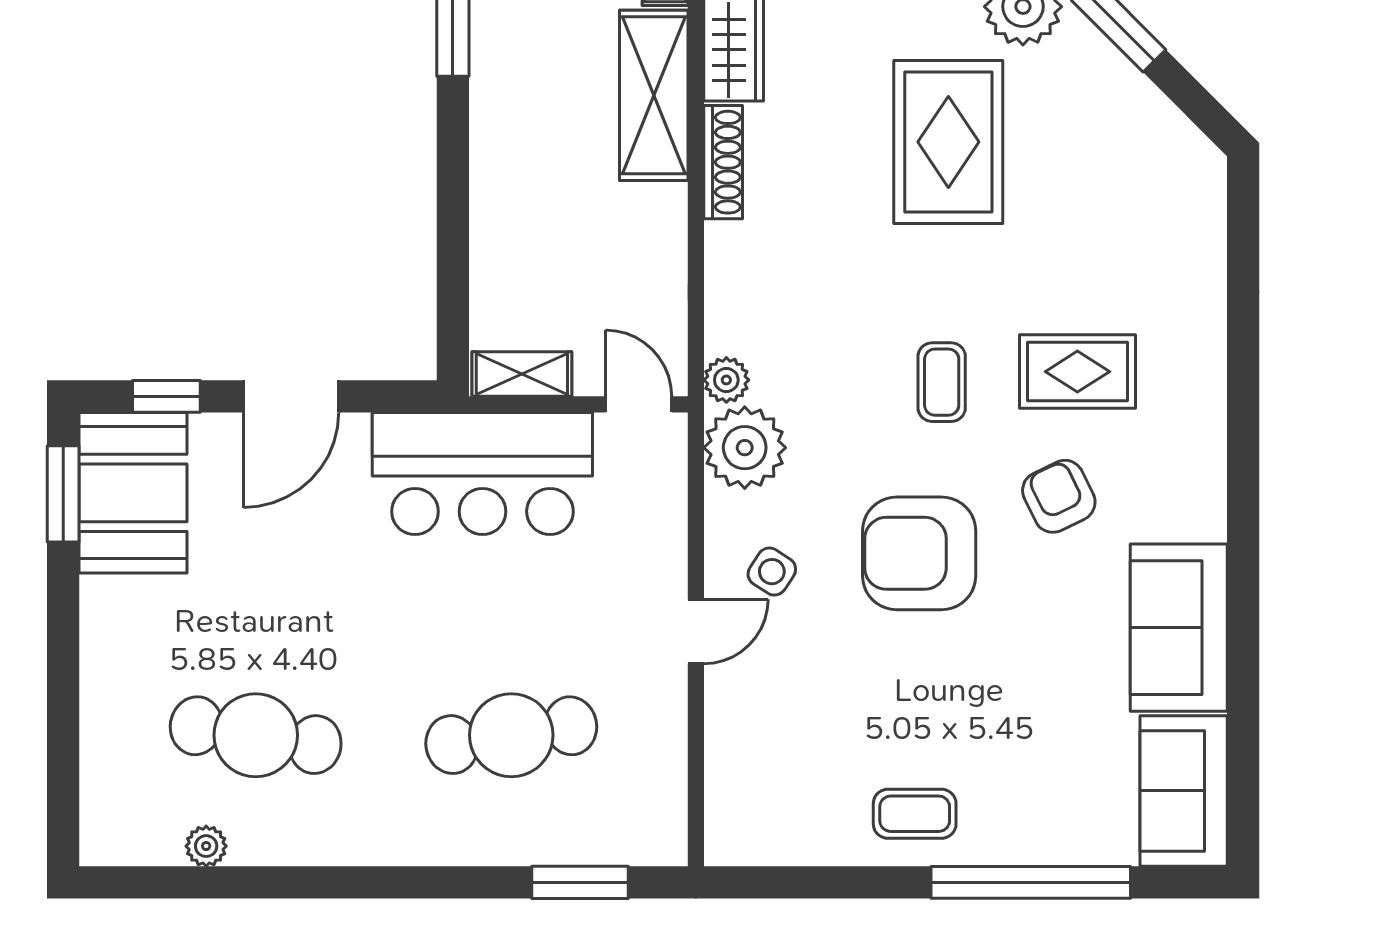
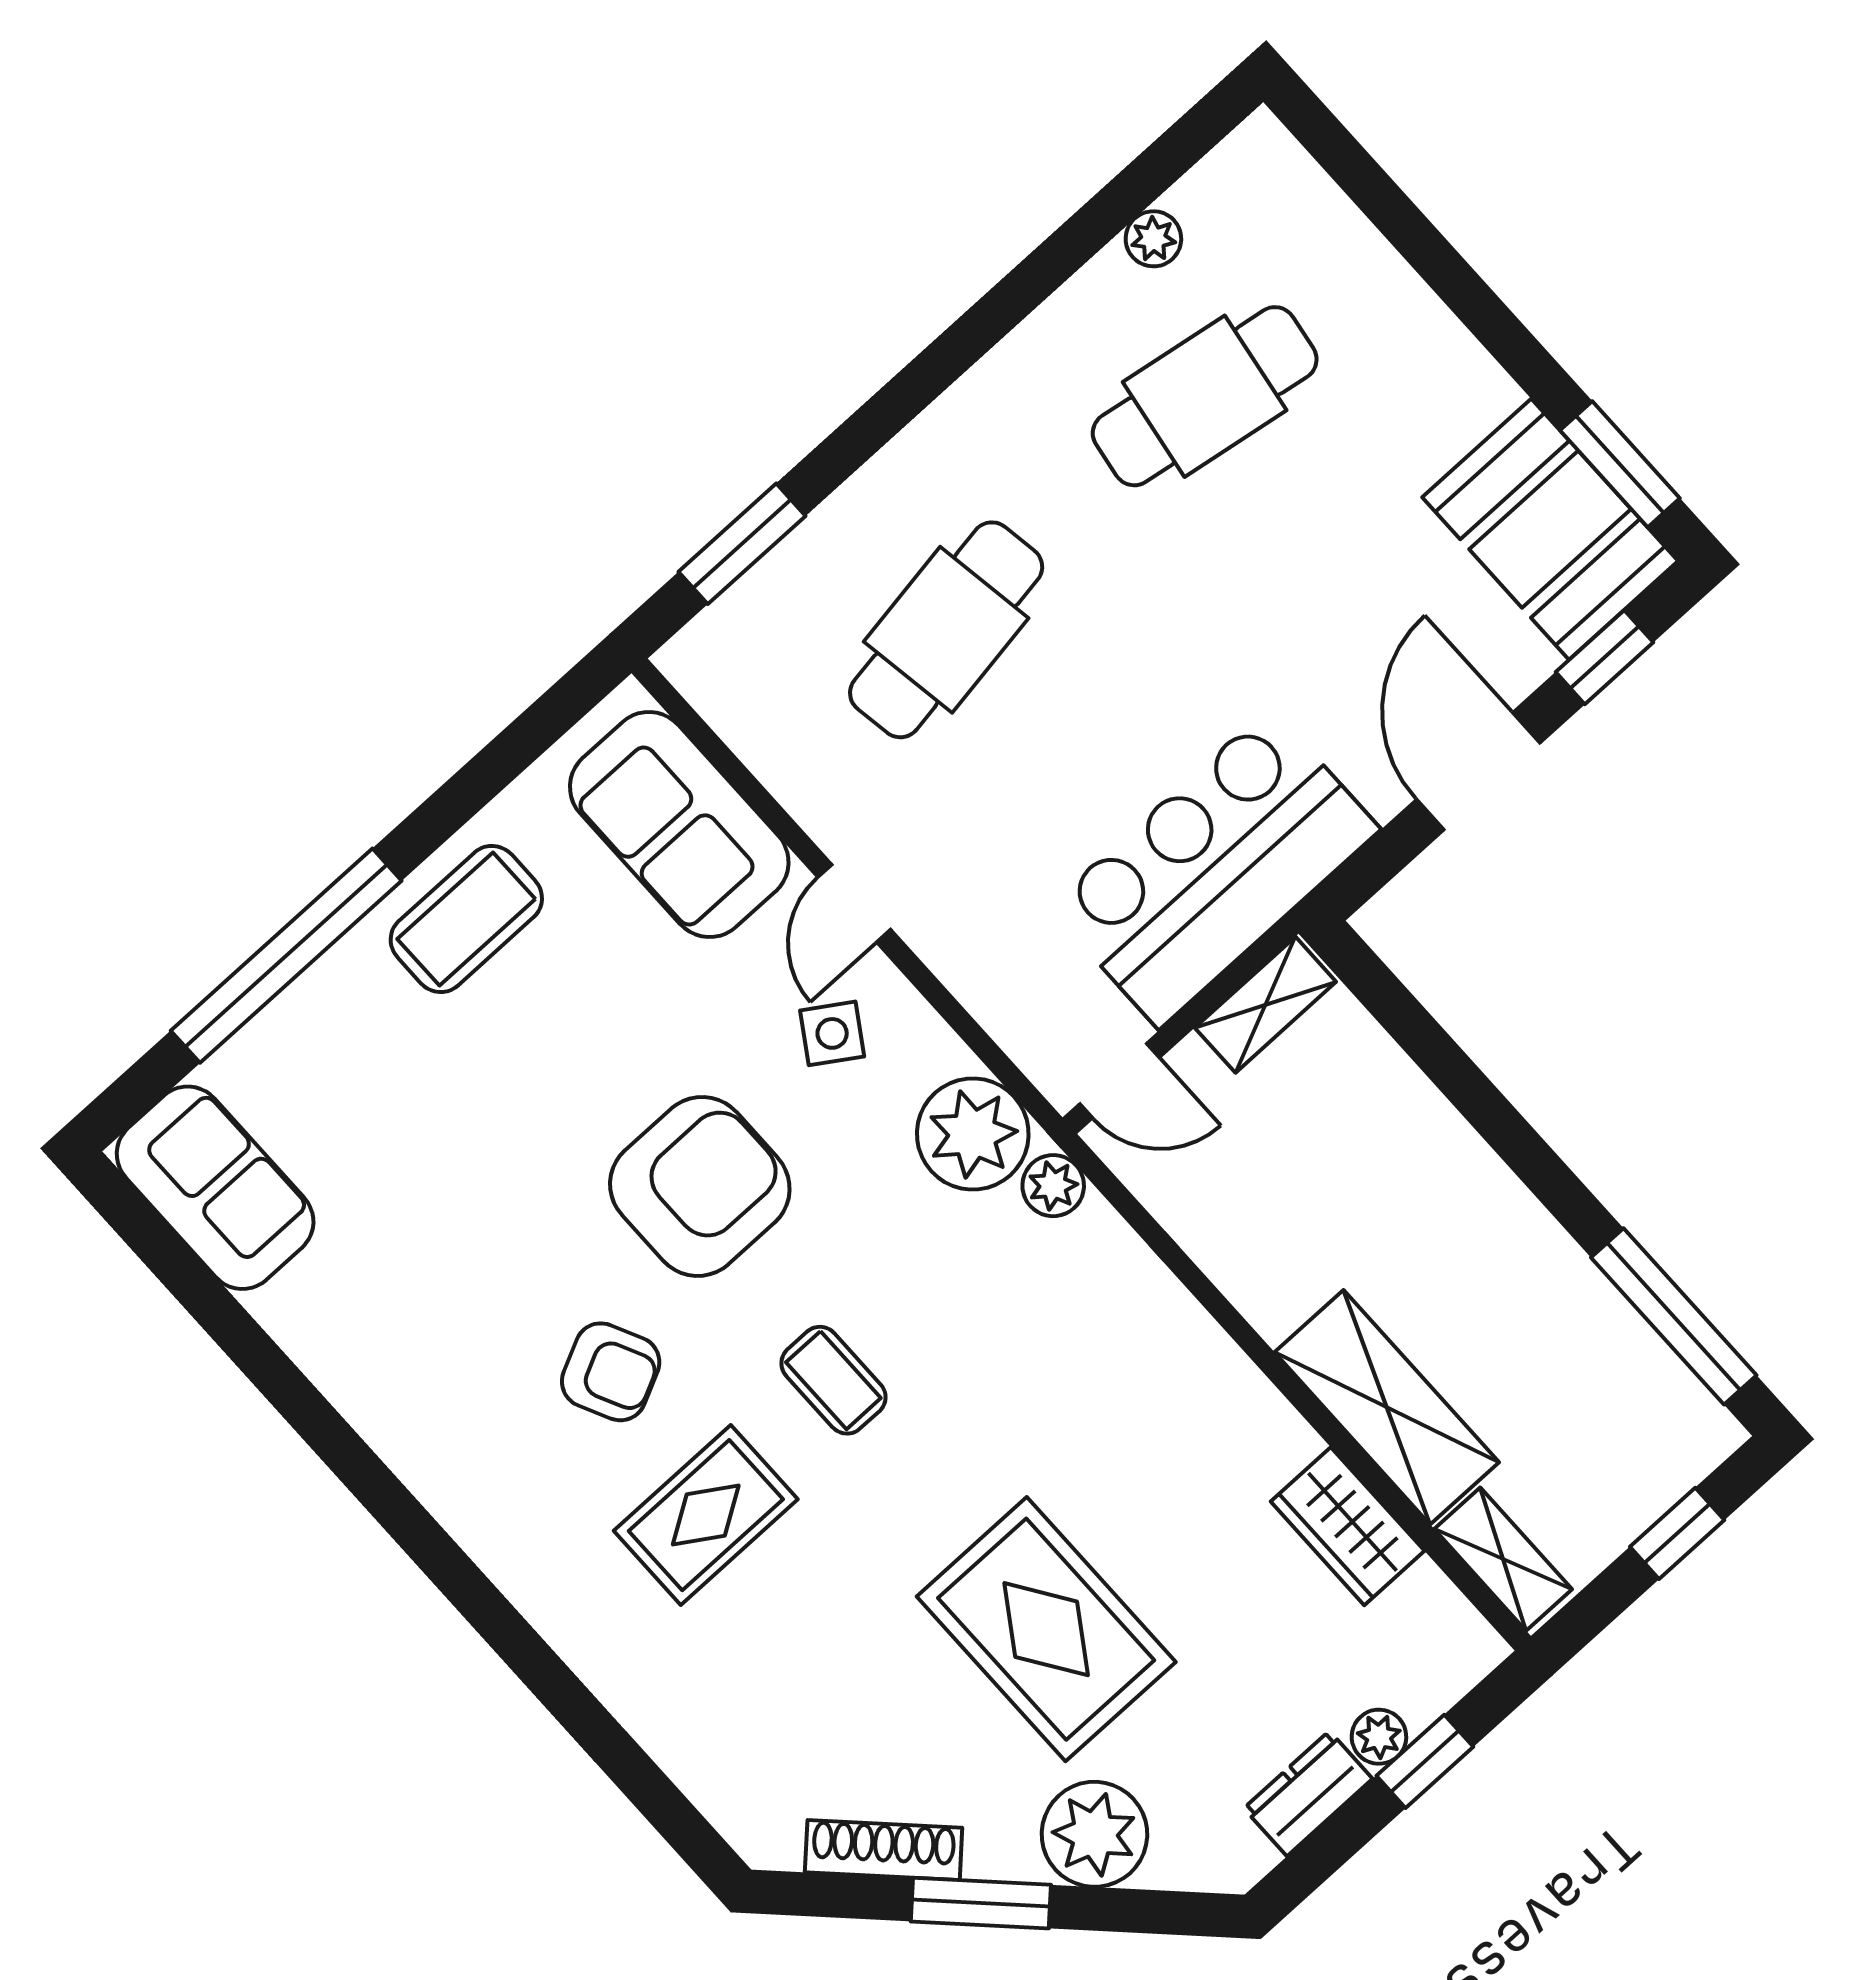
shoe rack: (723, 162) -> (884, 1850), moved, turned 135
sofa: (1179, 628) -> (679, 825), moved, turned 180
coffee table: (915, 814) -> (466, 919), width x1.36, depth x1.30

